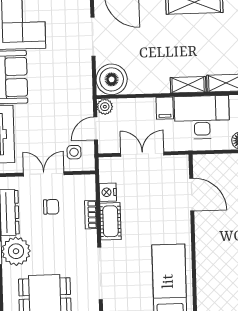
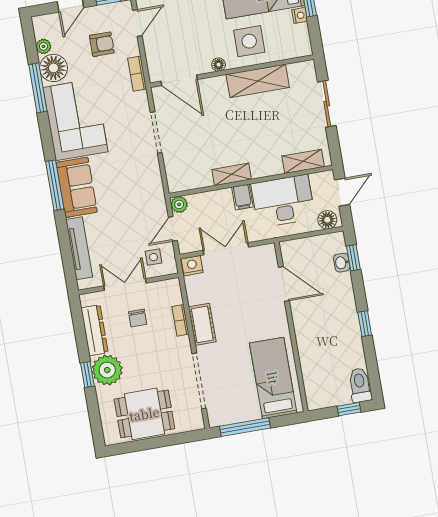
boiler: (112, 79) -> (182, 175), removed
shelving: (188, 85) -> (232, 174), moved
nightstand: (108, 192) -> (192, 266), moved, turned 90
chair: (51, 207) -> (138, 318), turned 90

